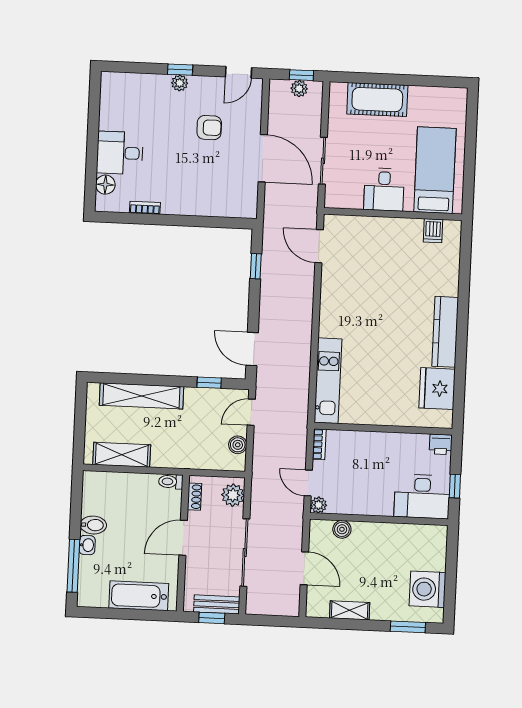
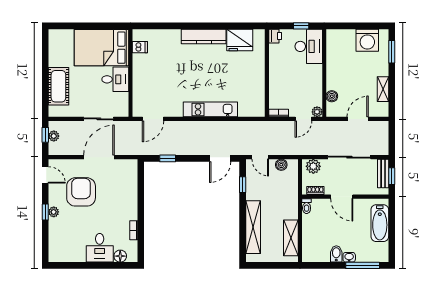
armchair: (209, 128) -> (81, 192), width x1.88, depth x1.88
bed: (435, 170) -> (102, 48), width x1.50
kitchen unit: (328, 381) -> (210, 109), moved

